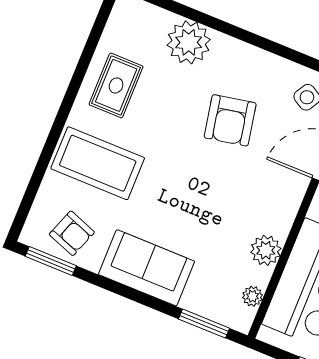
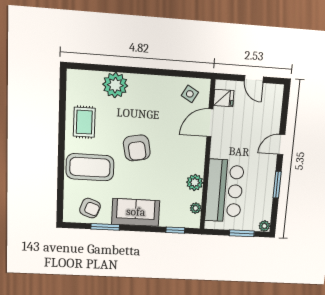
armchair: (230, 120) -> (137, 148), moved
window: (51, 261) -> (105, 227), moved
window: (204, 324) -> (175, 230), width x0.67

